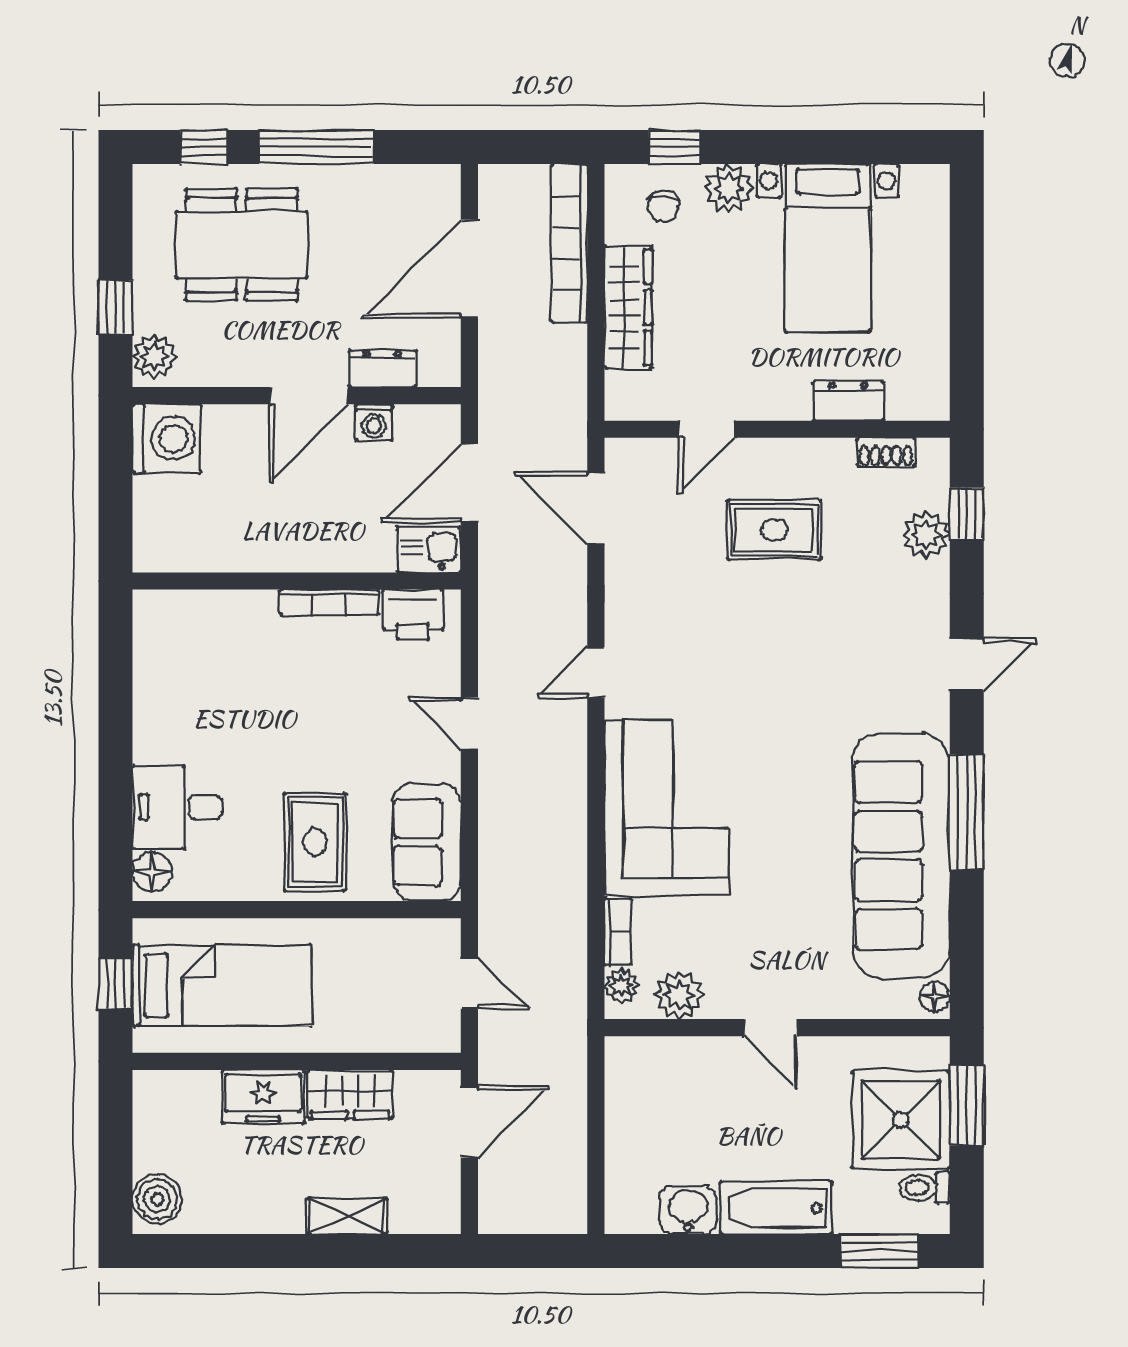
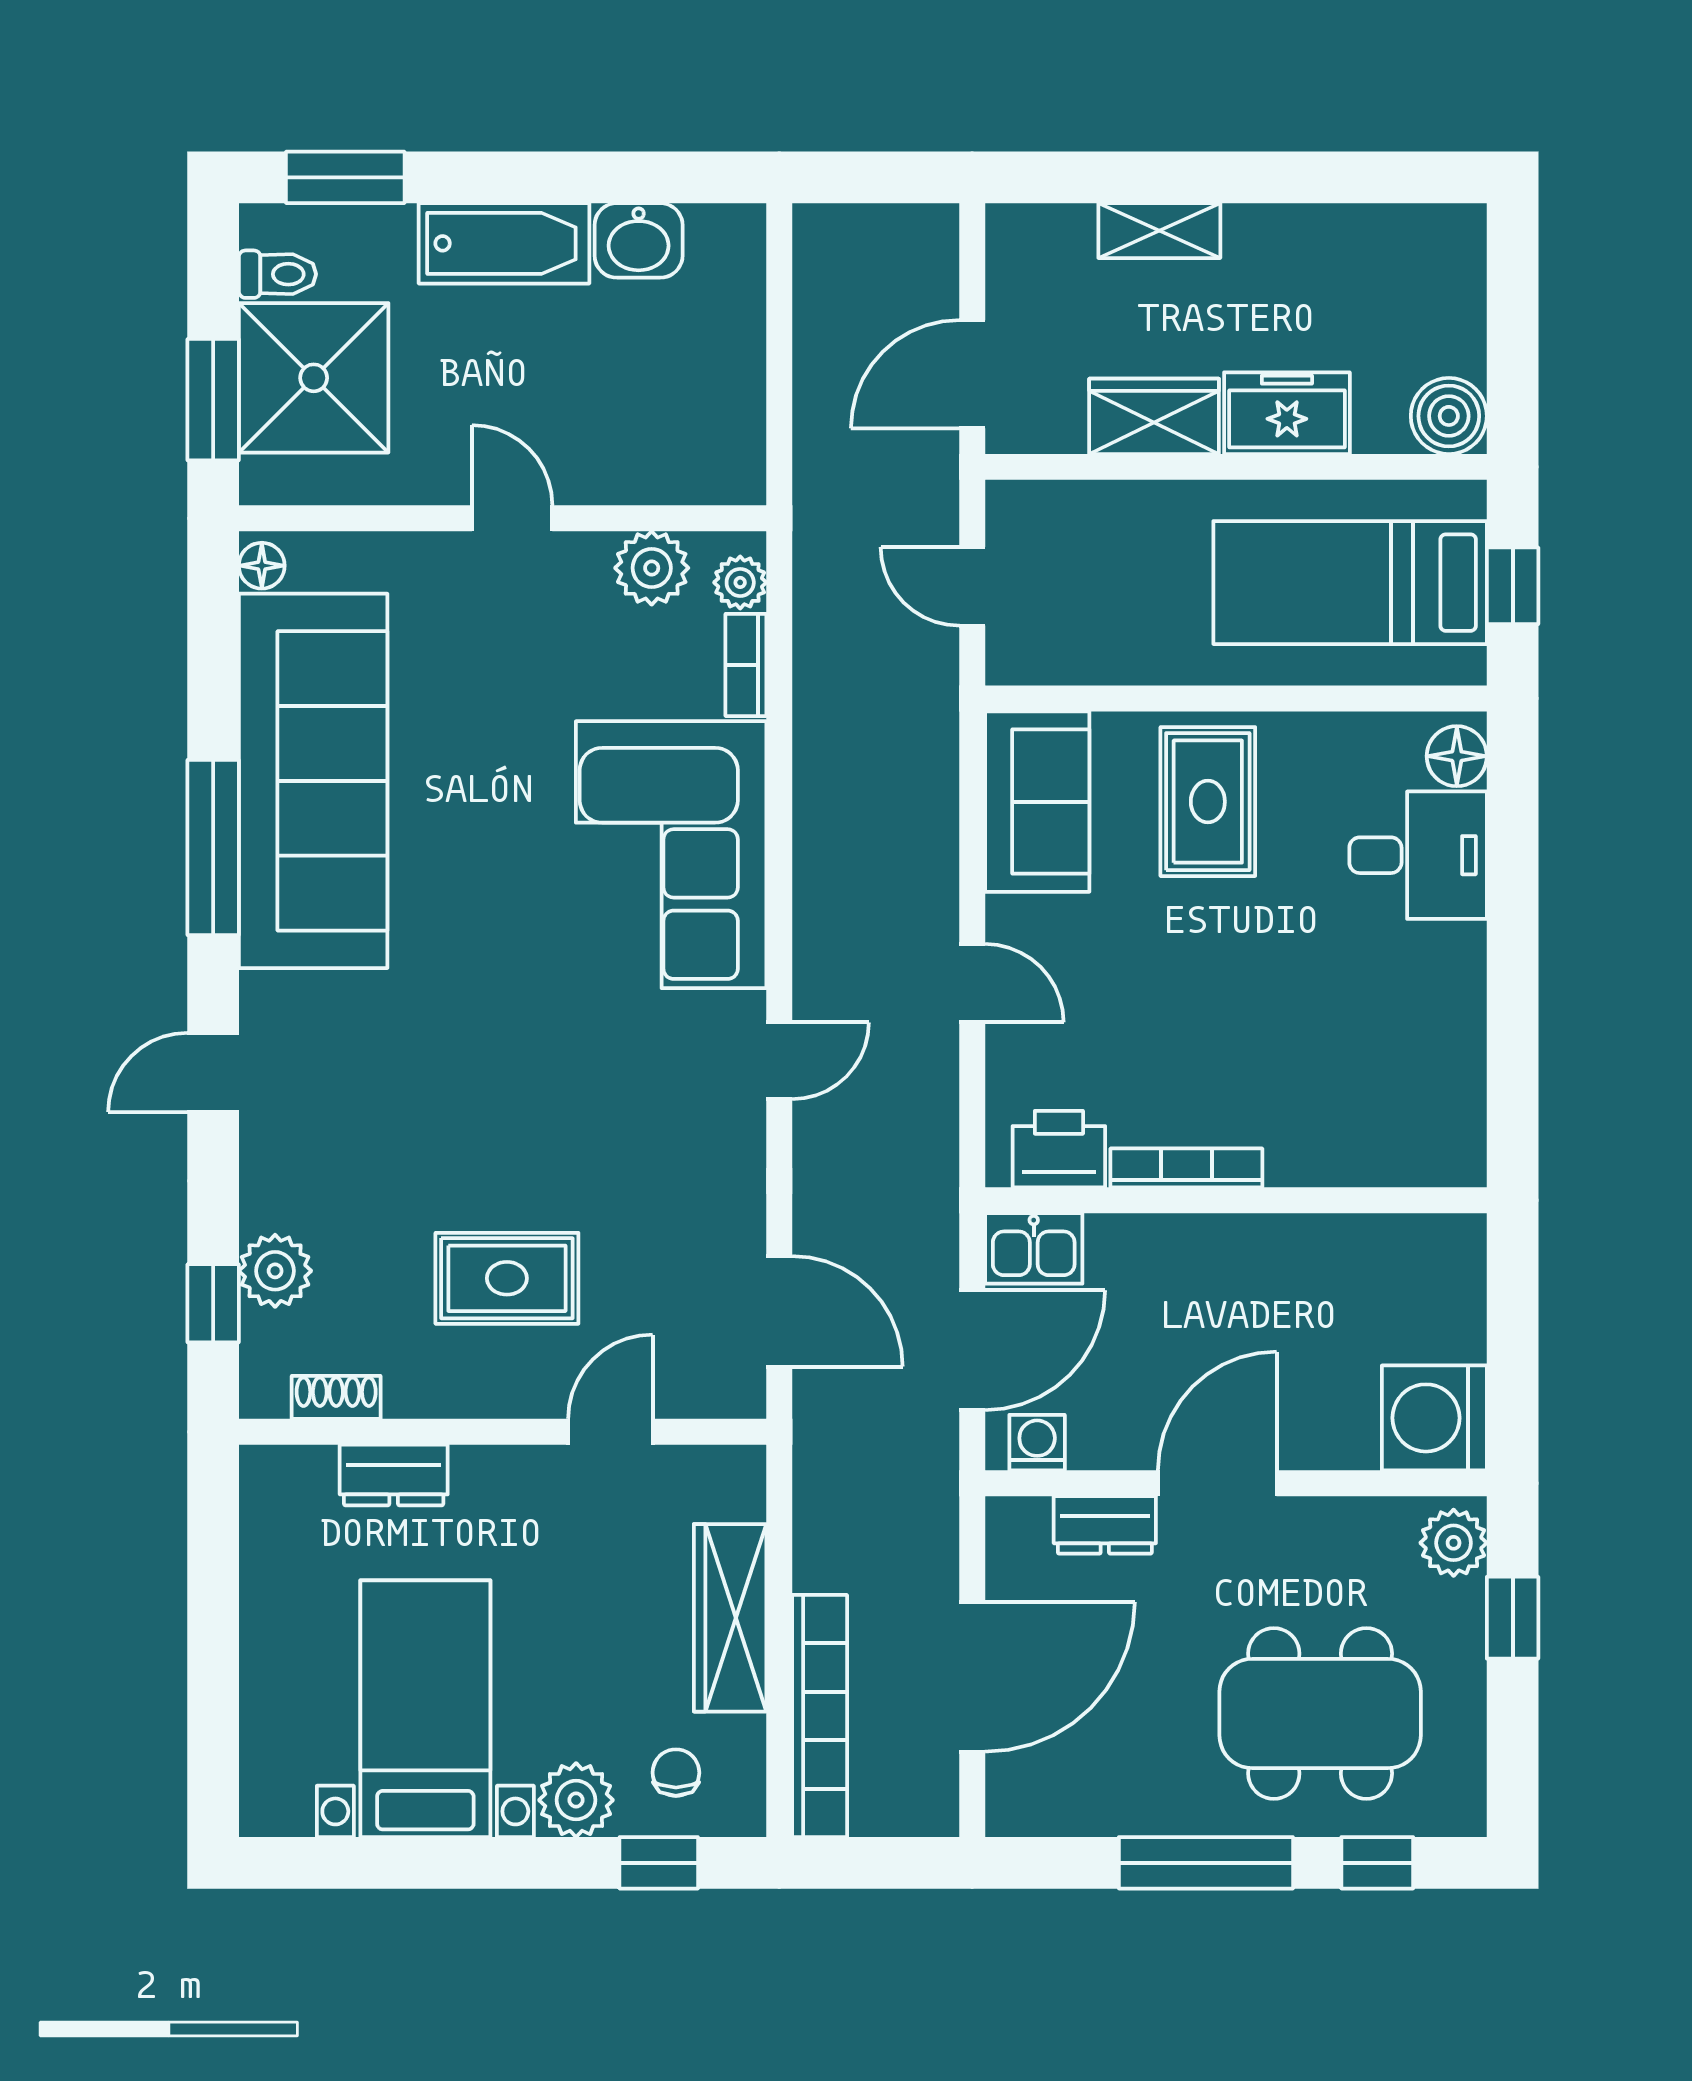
washing machine: (374, 422) -> (1037, 1443), moved
boiler: (157, 1199) -> (1449, 416), moved

